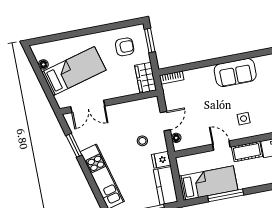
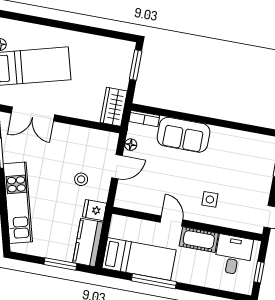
armchair: (125, 47) -> (103, 61), removed
sofa: (235, 73) -> (183, 135), moved
floor lamp: (176, 138) -> (131, 145), moved

